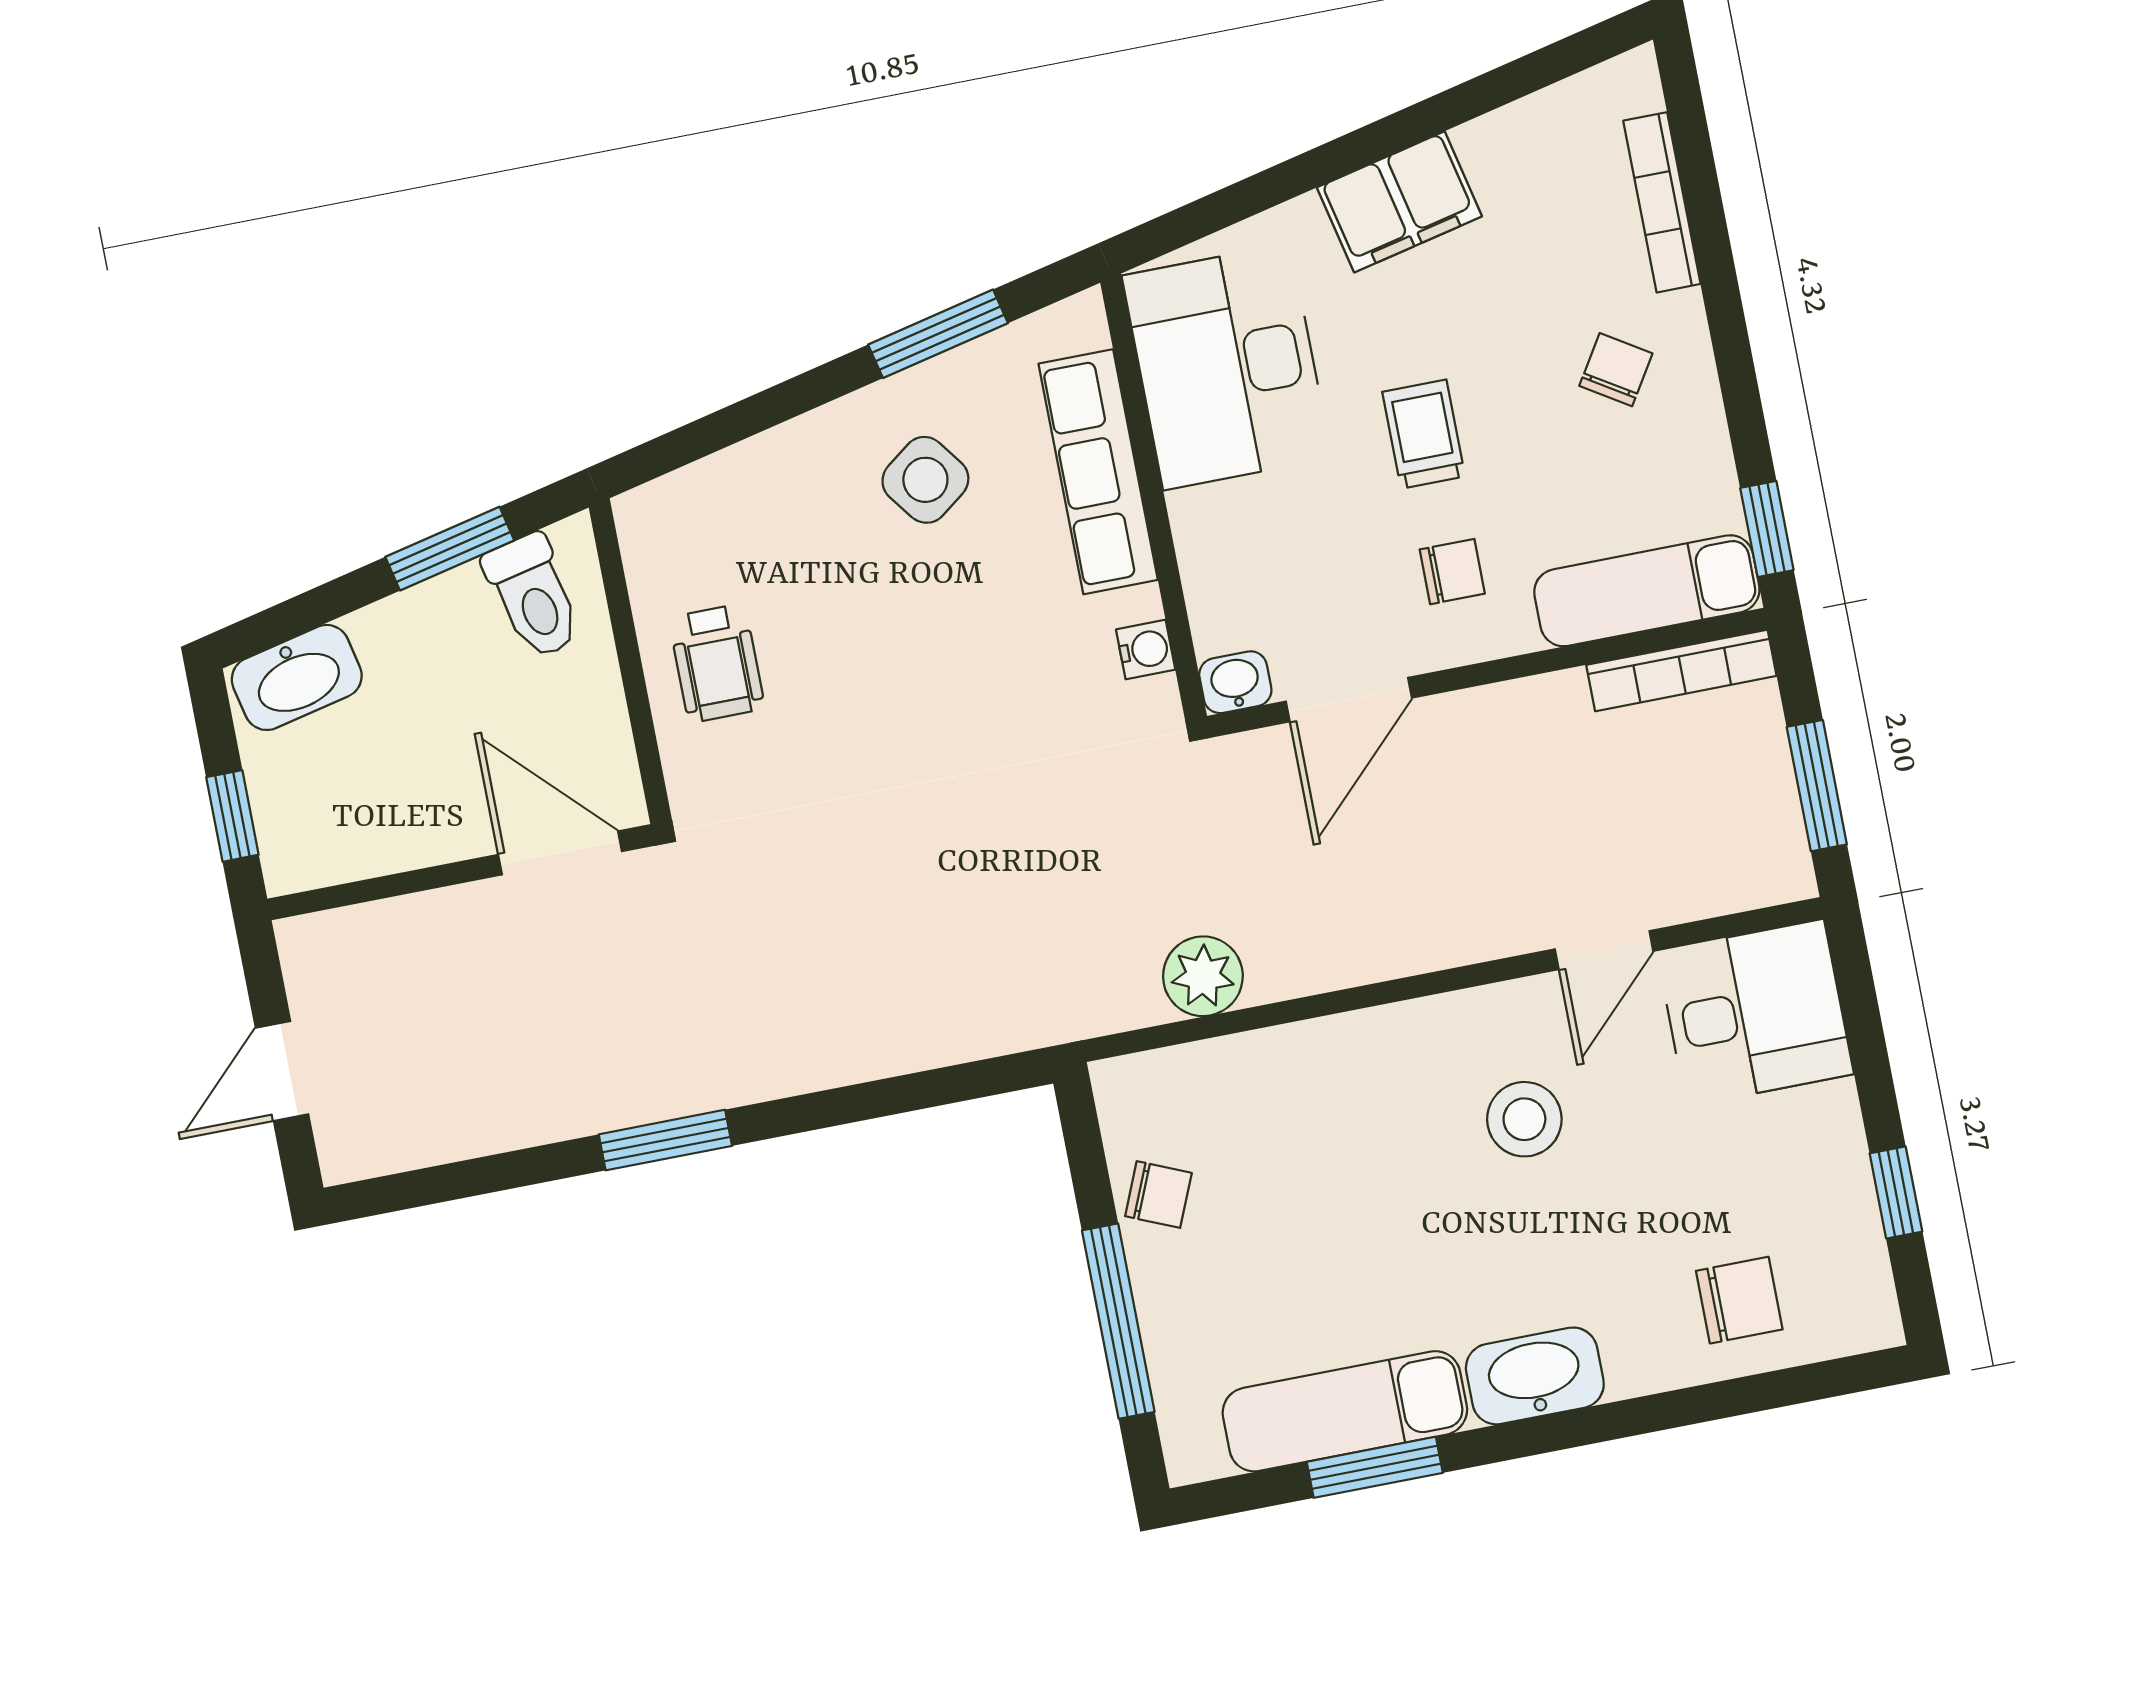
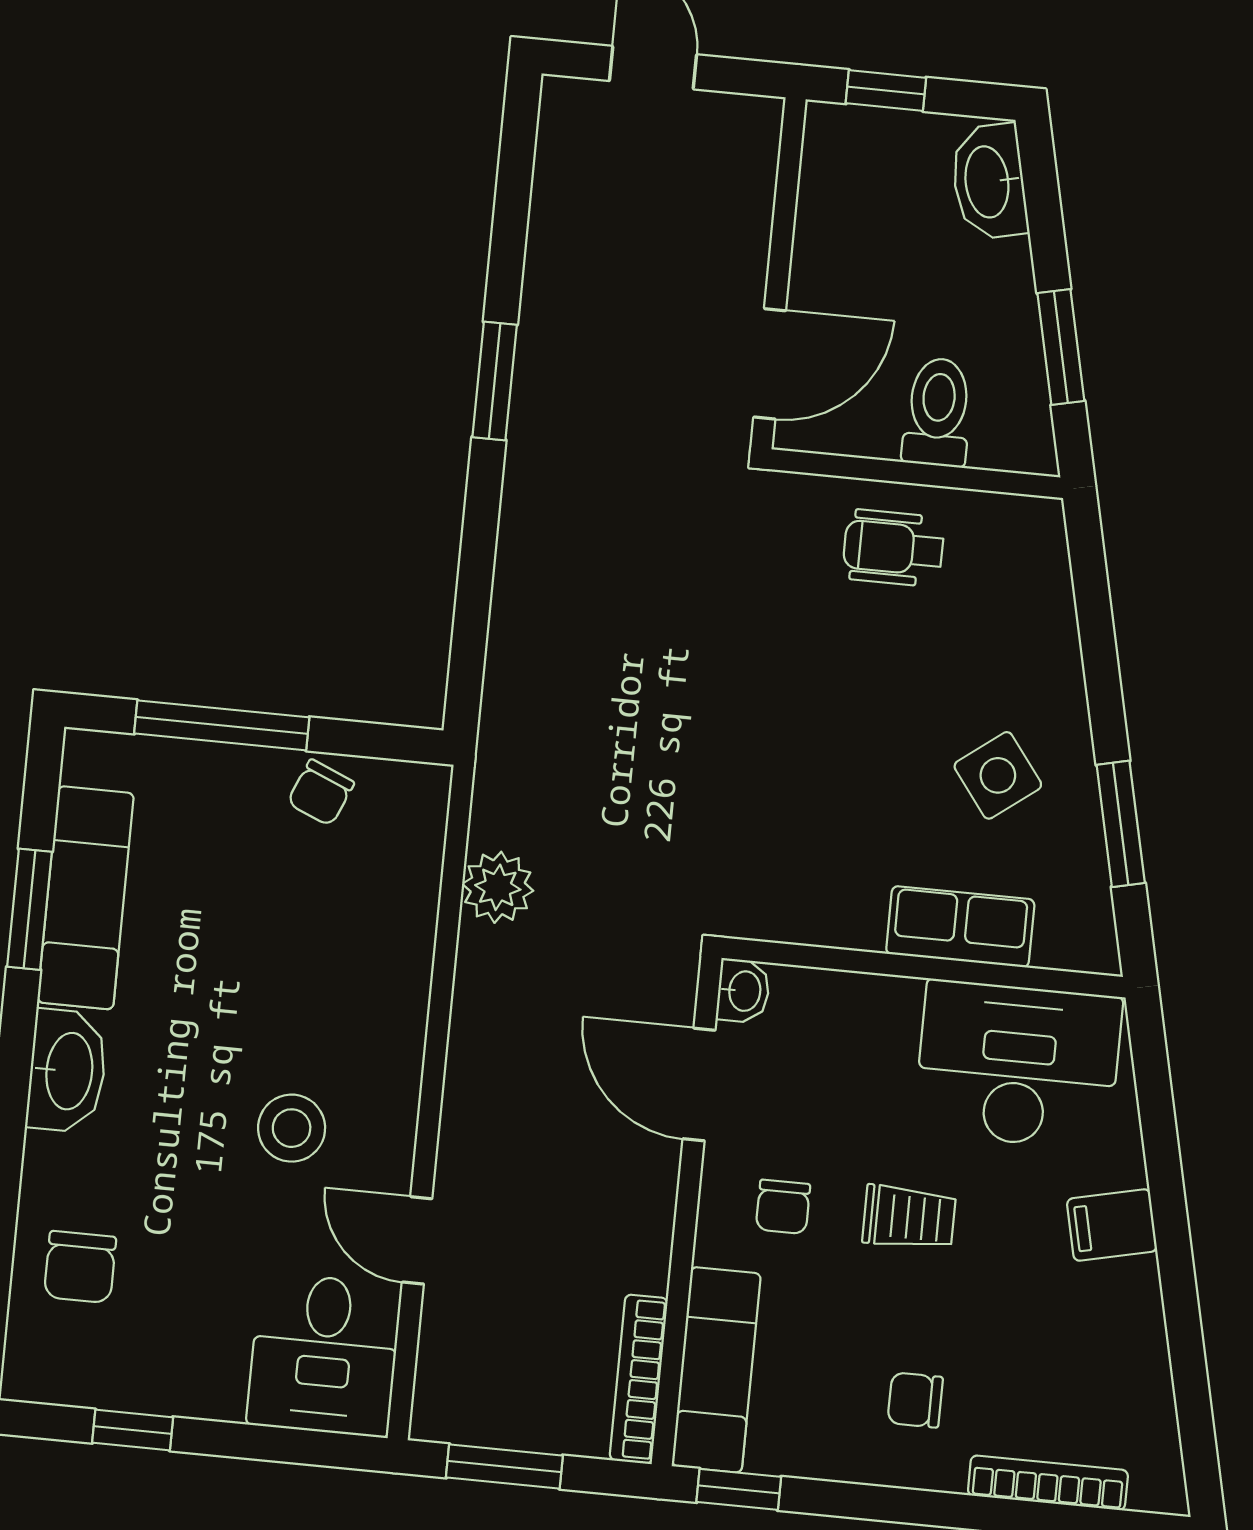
filing cabinet: (1399, 202) -> (1112, 1225), width x0.50
chair: (1616, 370) -> (915, 1400), turned 148
row of seats: (1098, 472) -> (960, 927), width x0.68
toilet: (533, 596) -> (938, 412), moved, turned 103
water cooler: (1146, 650) -> (795, 922), removed

